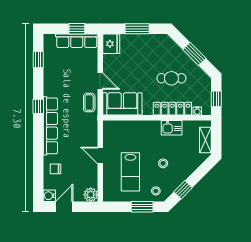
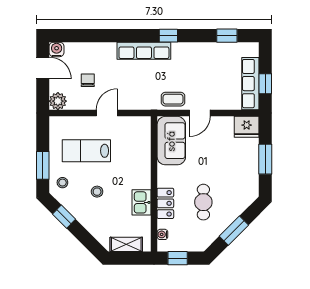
locker: (172, 109) -> (165, 203), width x0.66
row of seats: (50, 126) -> (144, 51), width x0.73
chair: (56, 169) -> (88, 80), moved

